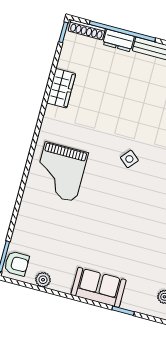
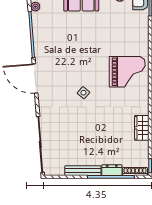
grand piano: (60, 172) -> (127, 72), turned 90

